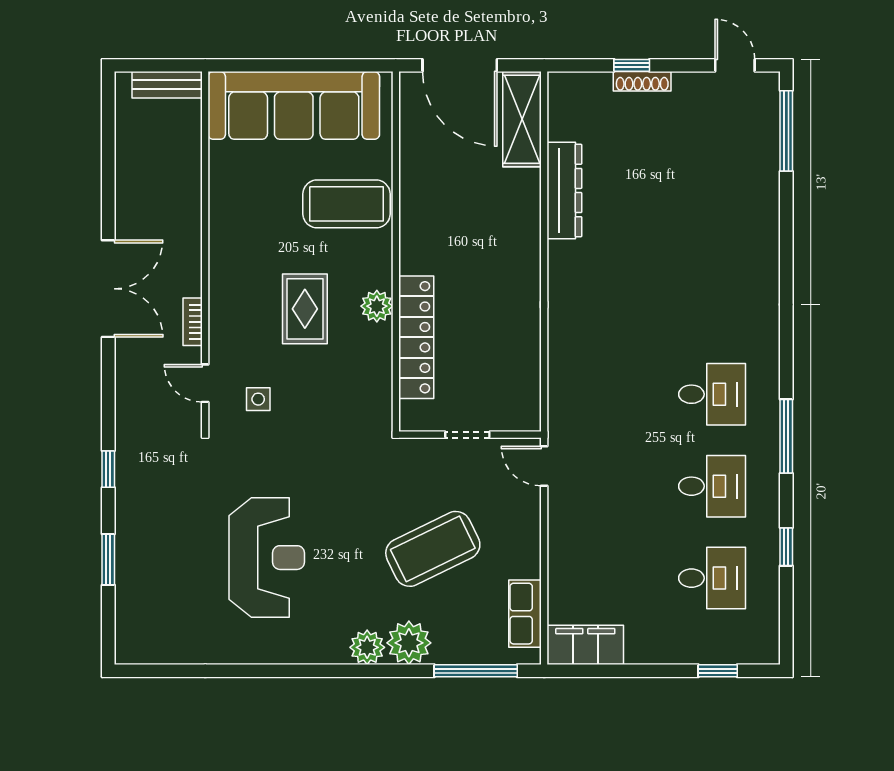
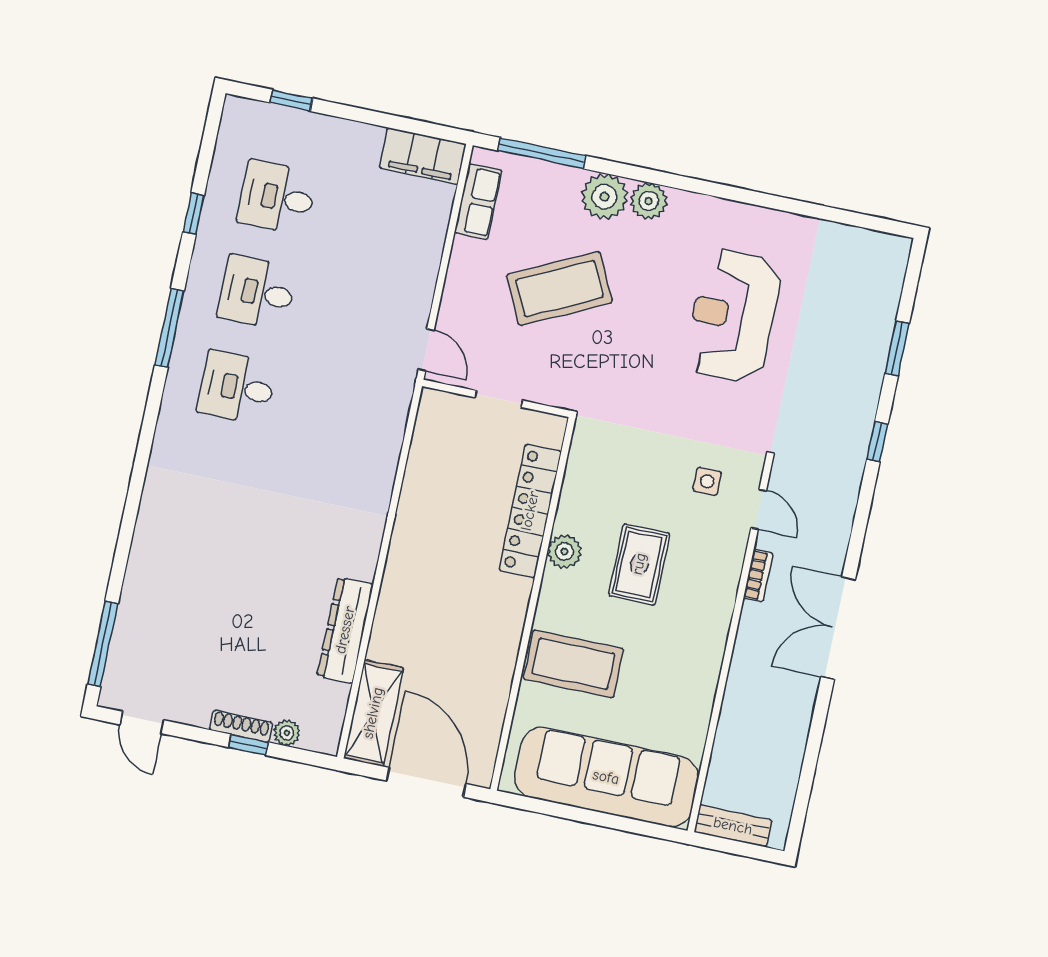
plant: (599, 84) -> (287, 733), added

